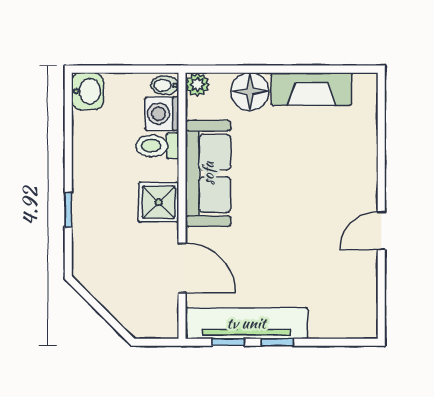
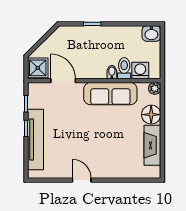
bidet: (165, 85) -> (112, 72), moved
shower: (159, 202) -> (38, 68), moved
door: (182, 268) -> (63, 81), swing flipped
tv unit: (246, 323) -> (36, 140), moved

